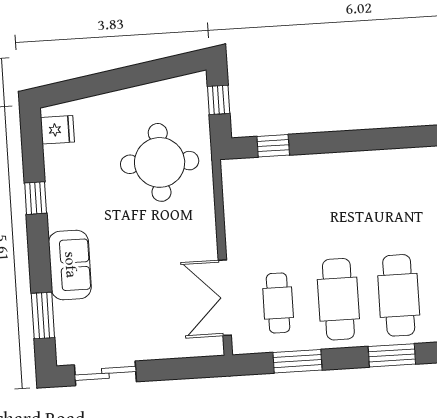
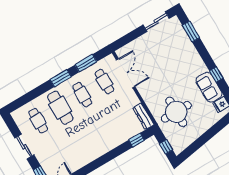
dresser: (233, 188) -> (143, 116), added
sofa: (70, 265) -> (209, 87), moved
cafe table: (338, 299) -> (82, 95), width x0.73, depth x0.74
window: (392, 355) -> (61, 78), moved

